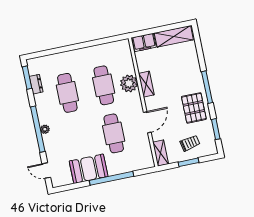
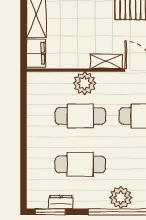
shelving: (146, 84) -> (106, 61), moved
plant: (45, 129) -> (121, 198), width x1.87, depth x1.87

